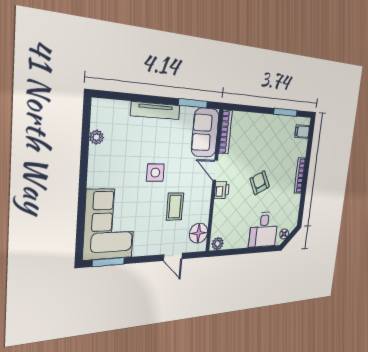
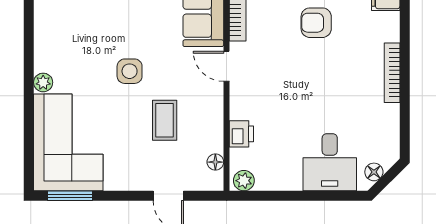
plant: (96, 137) -> (43, 82), moved
armchair: (260, 183) -> (316, 23), moved, turned -63
printer: (222, 190) -> (241, 134), moved
floor lamp: (199, 233) -> (215, 162), width x0.53, depth x0.53

